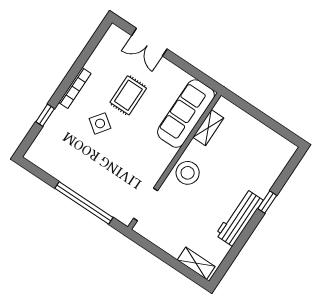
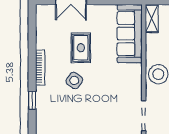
shelving: (208, 128) -> (152, 18), moved

